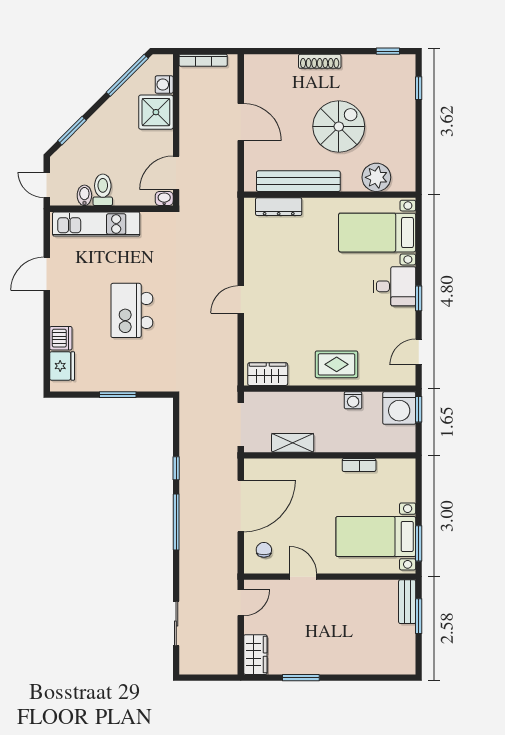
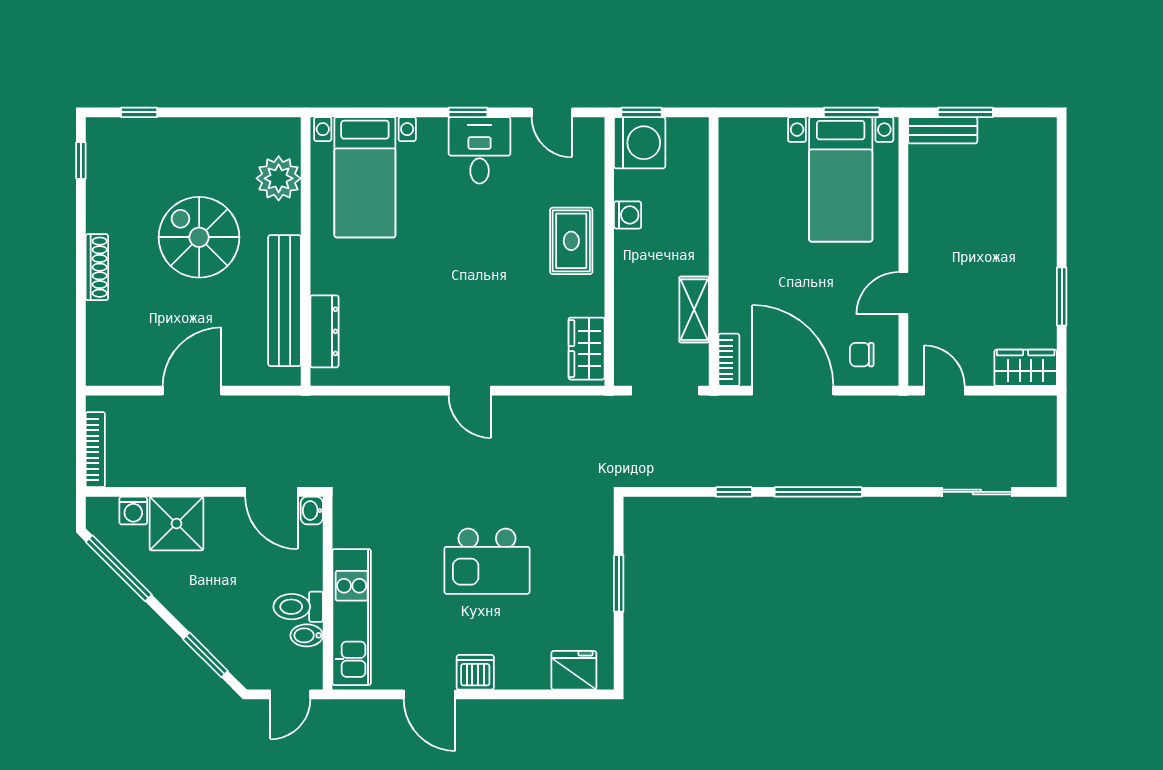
desk: (394, 286) -> (480, 150), moved
dishwasher: (61, 338) -> (475, 672), moved
bookcase: (359, 465) -> (729, 360), moved

